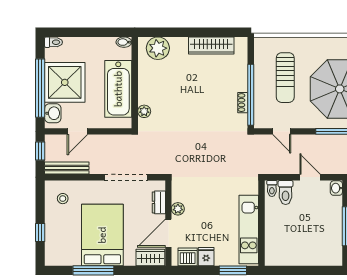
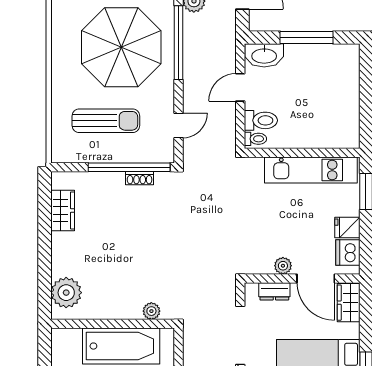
bidet: (124, 42) -> (58, 338), removed
wardrobe: (211, 46) -> (63, 210), width x0.67
washbasin: (336, 188) -> (264, 55), width x1.91, depth x1.45

